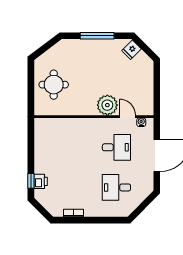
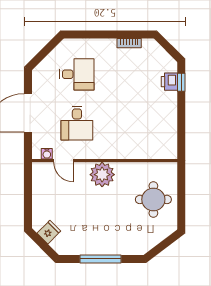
fridge: (131, 50) -> (49, 232), moved
plant: (107, 105) -> (102, 175), moved
desk: (116, 147) -> (77, 123), turned -90

